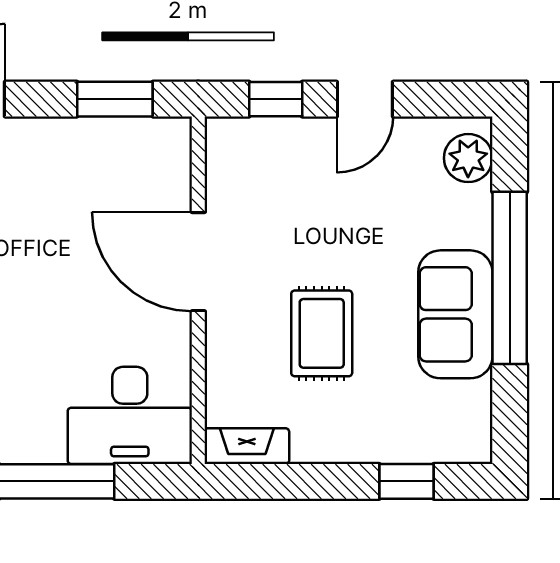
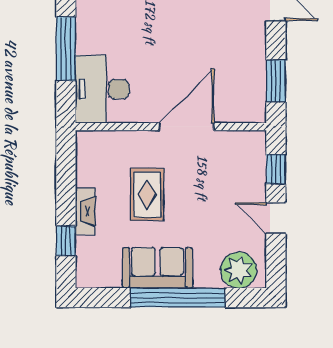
plant: (468, 158) -> (239, 270), width x1.36, depth x1.36
rug: (322, 333) -> (147, 194), turned 90
fireplace: (247, 446) -> (85, 211), moved

